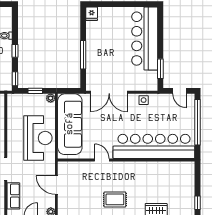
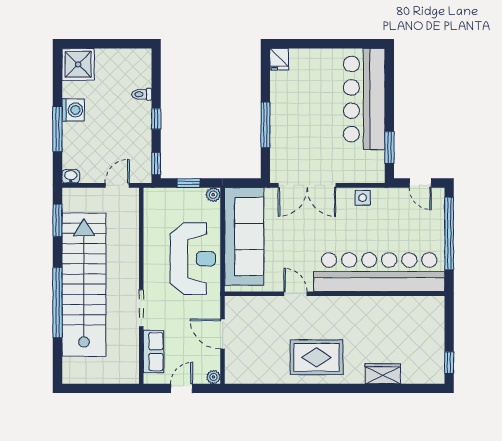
rug: (115, 199) -> (316, 357), width x1.36, depth x1.43

